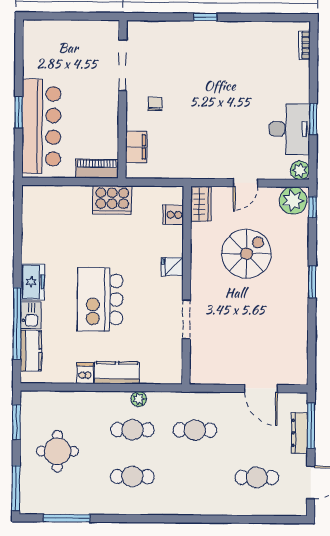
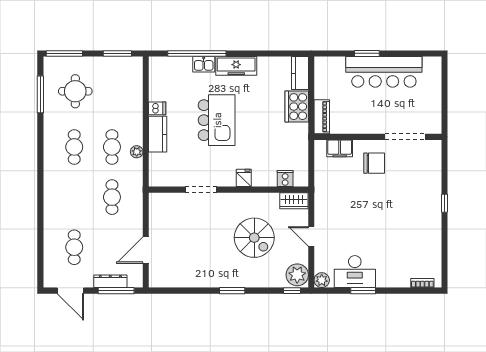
chair: (155, 104) -> (374, 163), width x1.87, depth x1.87
bar counter: (41, 126) -> (384, 72), moved
cooker: (112, 200) -> (297, 107), moved
freezer: (33, 282) -> (236, 66), width x1.40
kitchen island: (100, 299) -> (217, 120), turned 90
kitchen counter: (31, 351) -> (300, 73), moved, turned 90
round table: (57, 451) -> (75, 91), moved

